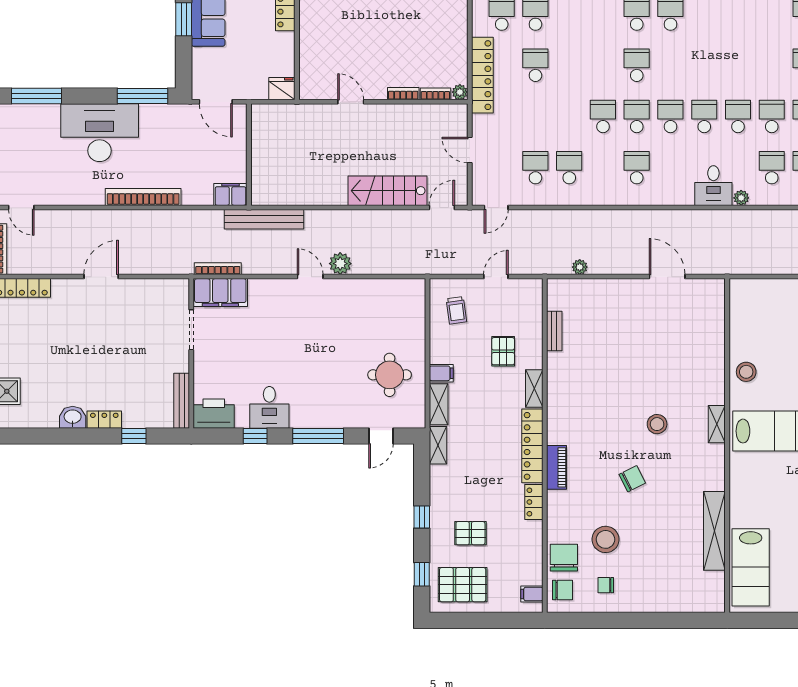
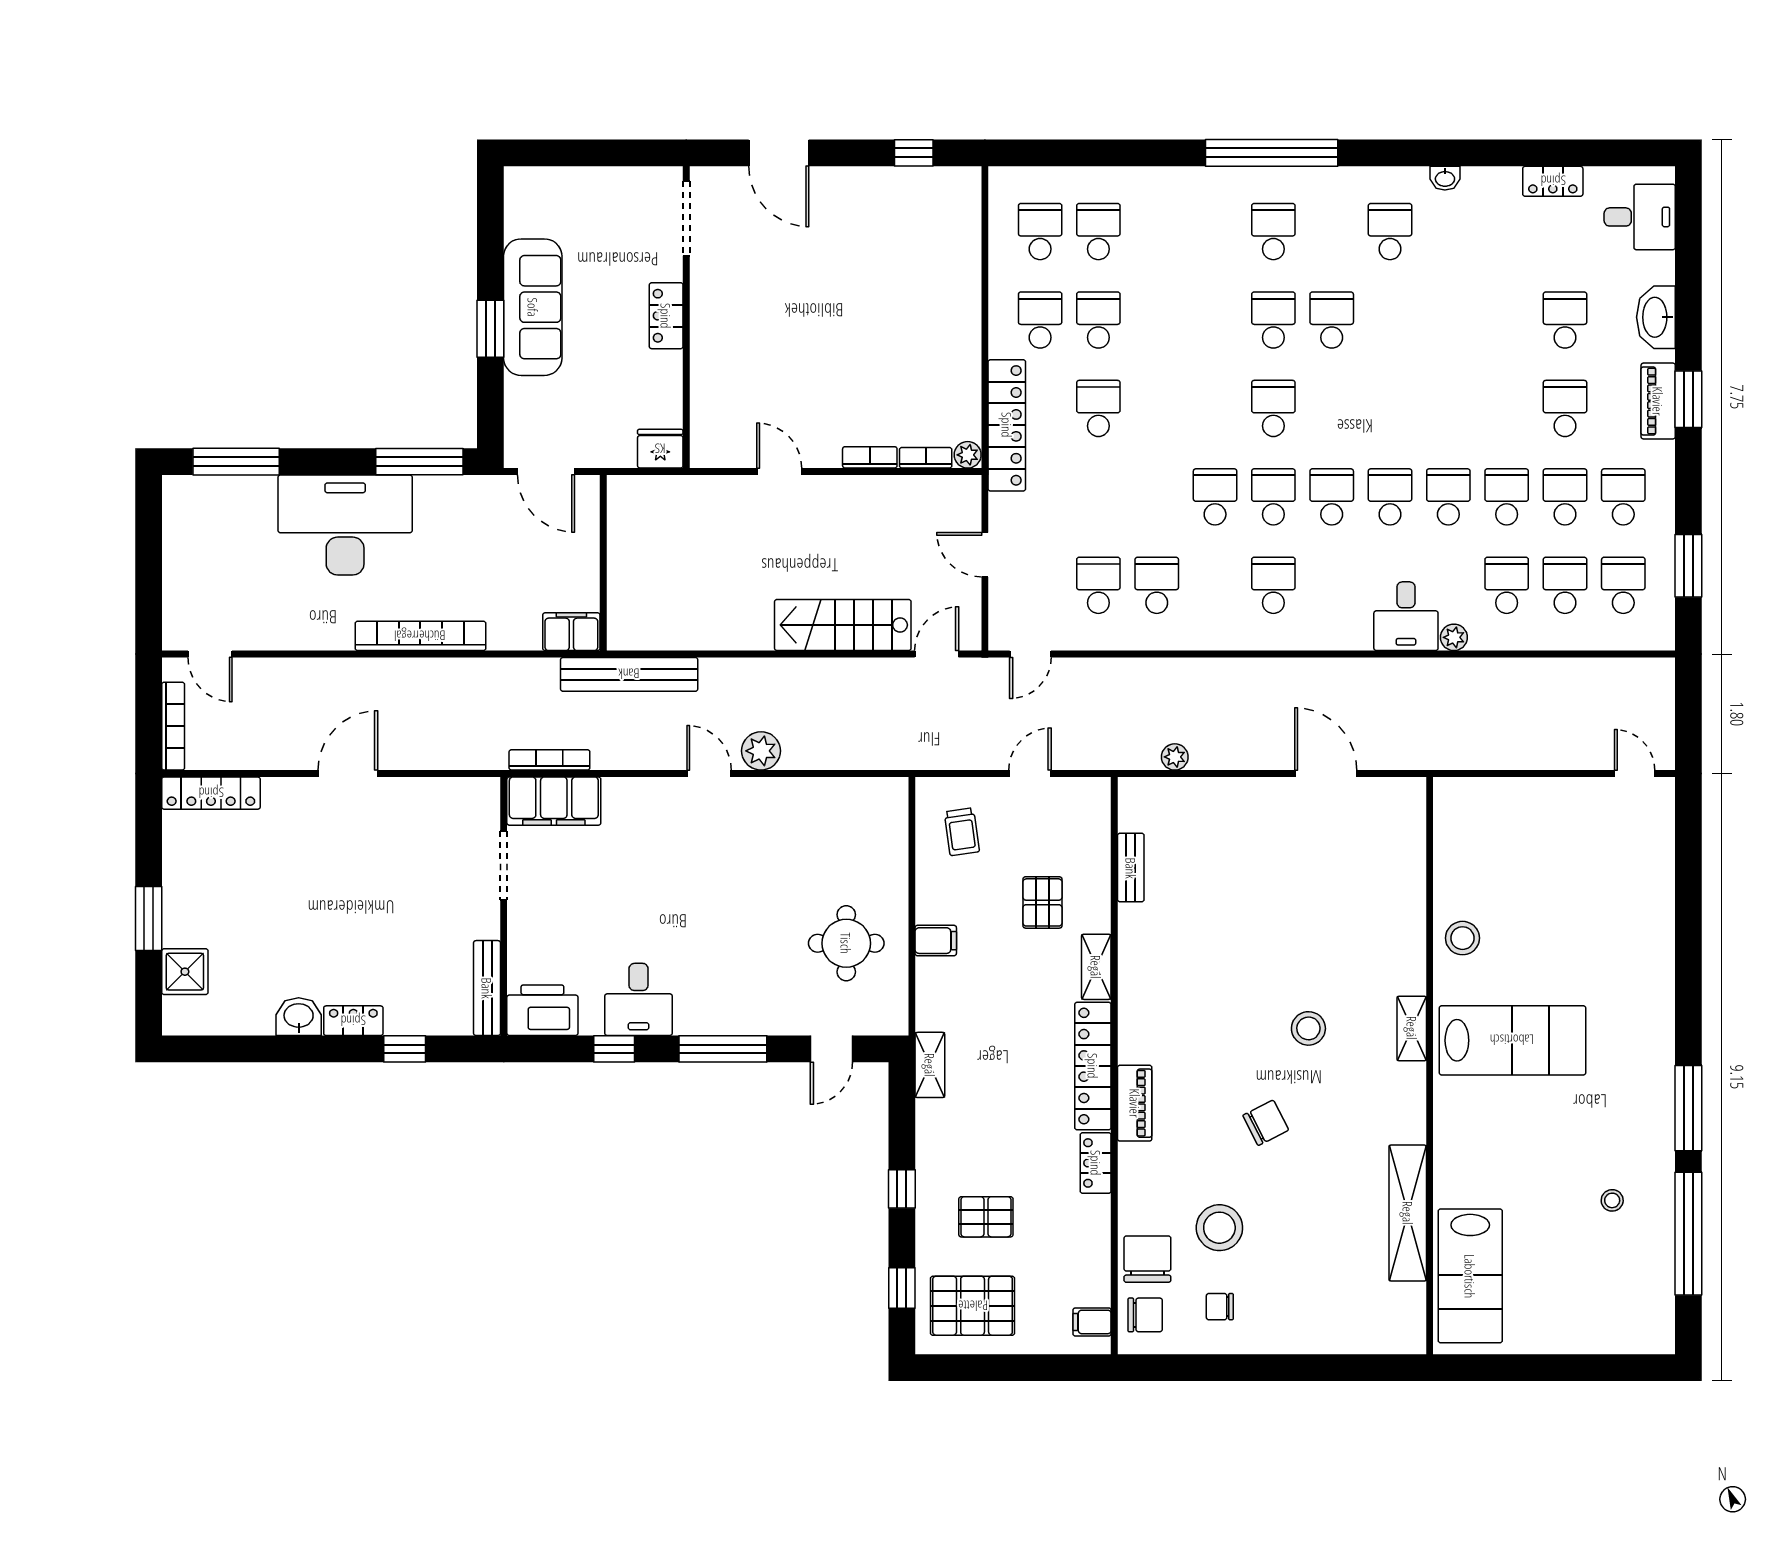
shelving: (439, 404) -> (931, 994), removed

